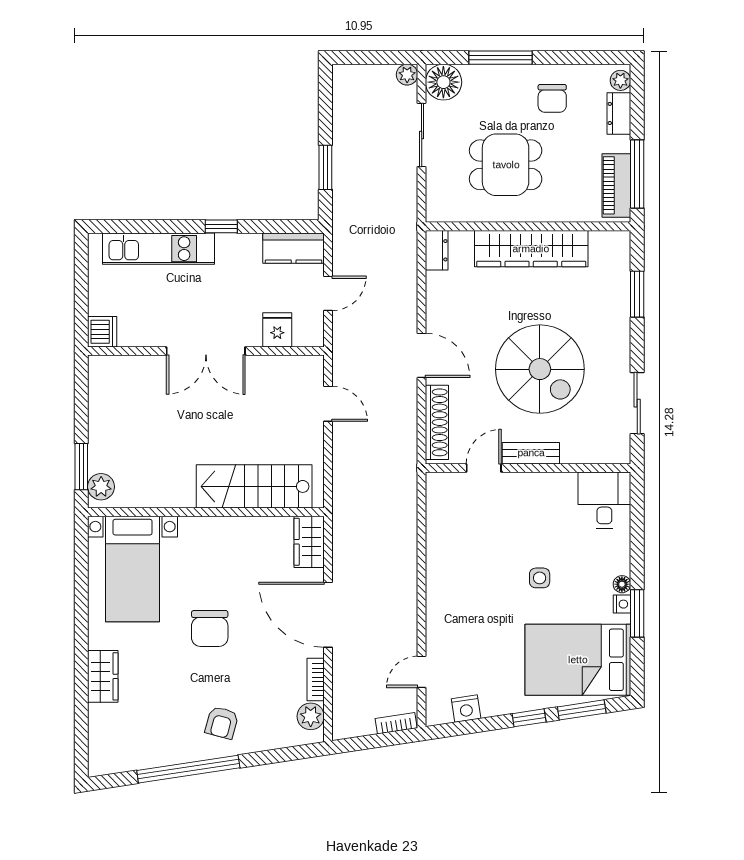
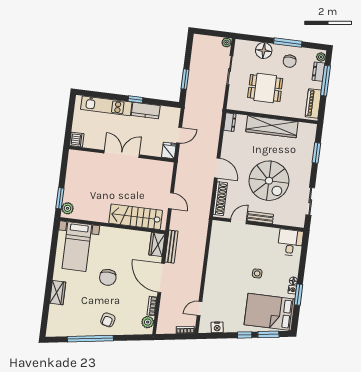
window: (500, 58) -> (288, 43), moved
floor lamp: (443, 82) -> (264, 51), moved
window: (637, 174) -> (325, 81), moved
kitchen counter: (294, 248) -> (146, 111), moved
fridge: (277, 330) -> (169, 150), moved
double door: (206, 351) -> (122, 154), swing flipped
door: (328, 404) -> (171, 201), moved
bench: (342, 542) -> (171, 247), added

